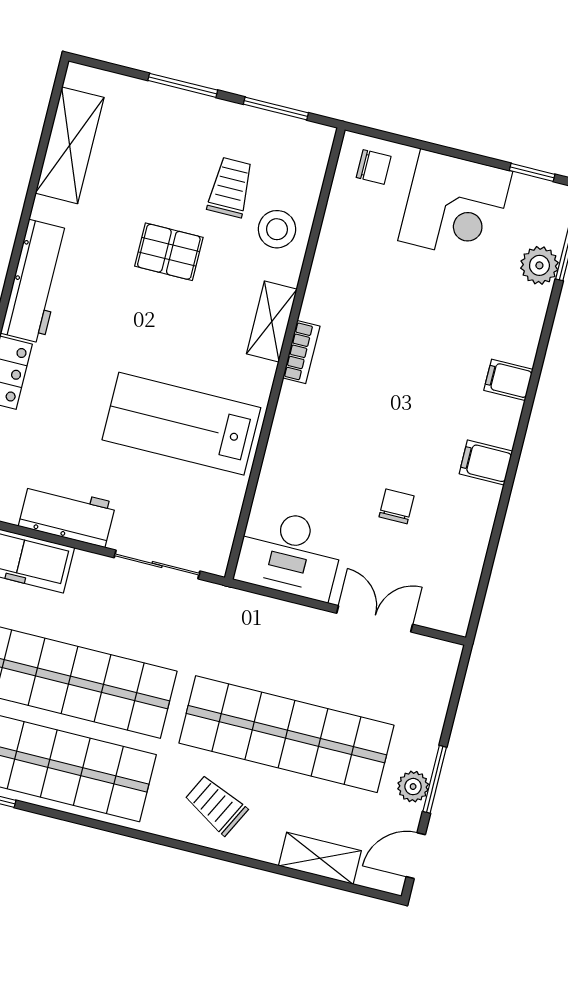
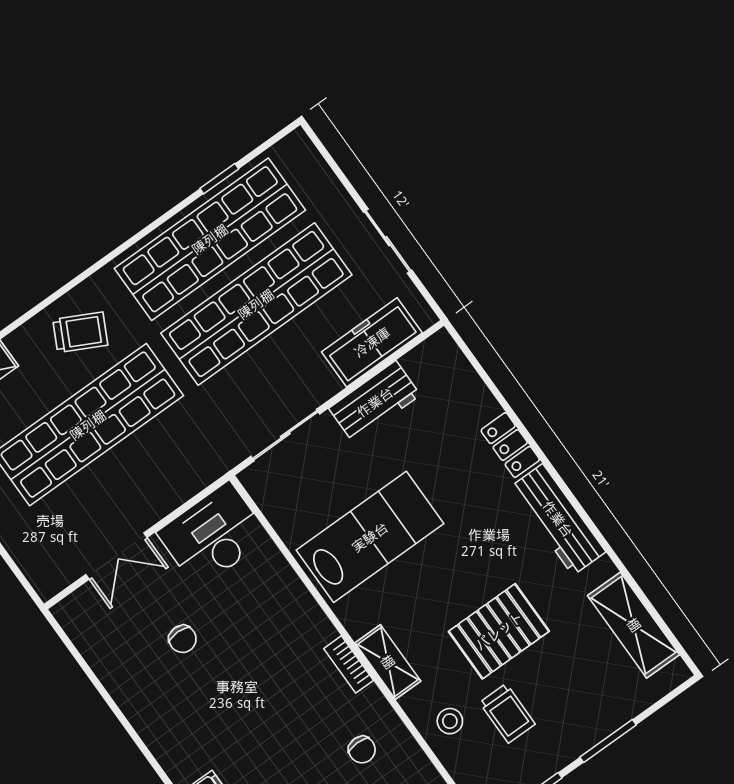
stool: (277, 229) -> (450, 721), width x0.73, depth x0.73
pallet: (169, 252) -> (499, 631), width x1.50, depth x1.42
chair: (362, 281) -> (362, 750), added
filing cabinet: (486, 462) -> (160, 728), removed

